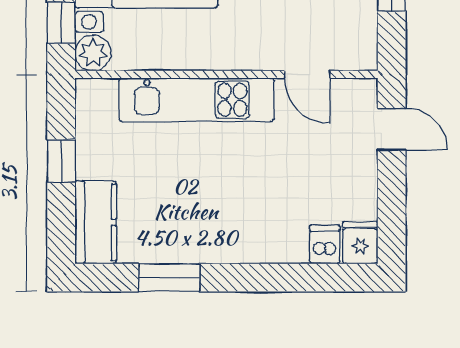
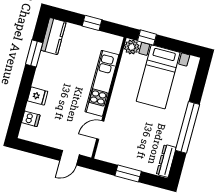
kitchen counter: (96, 222) -> (53, 36), moved, turned -90
fridge: (360, 243) -> (38, 96), moved

